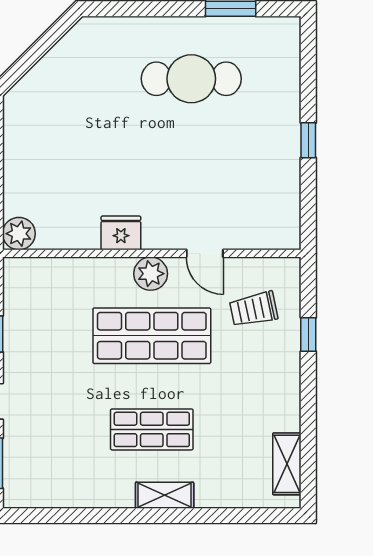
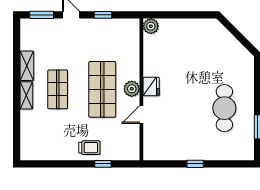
fridge: (121, 233) -> (151, 87), moved
trolley: (254, 309) -> (89, 148), moved, turned 102
shelving: (287, 464) -> (27, 66), moved, turned 90

